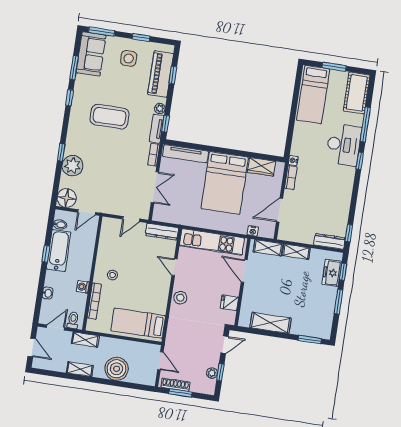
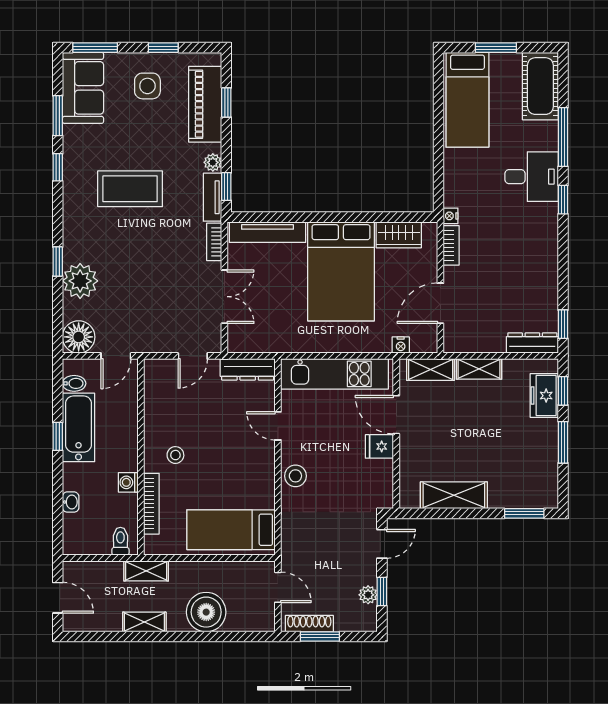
desk: (344, 145) -> (532, 177), width x0.73
fridge: (229, 303) -> (379, 446), moved
door: (56, 328) -> (93, 558), removed

